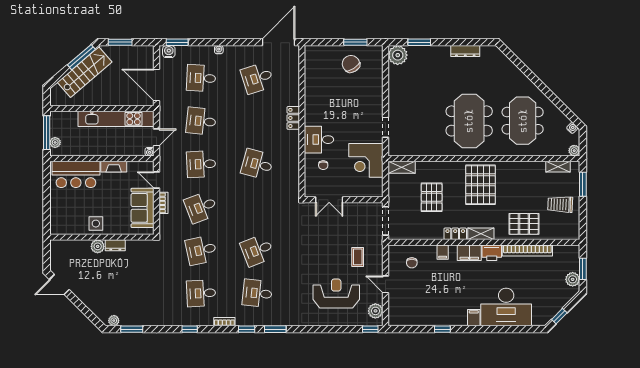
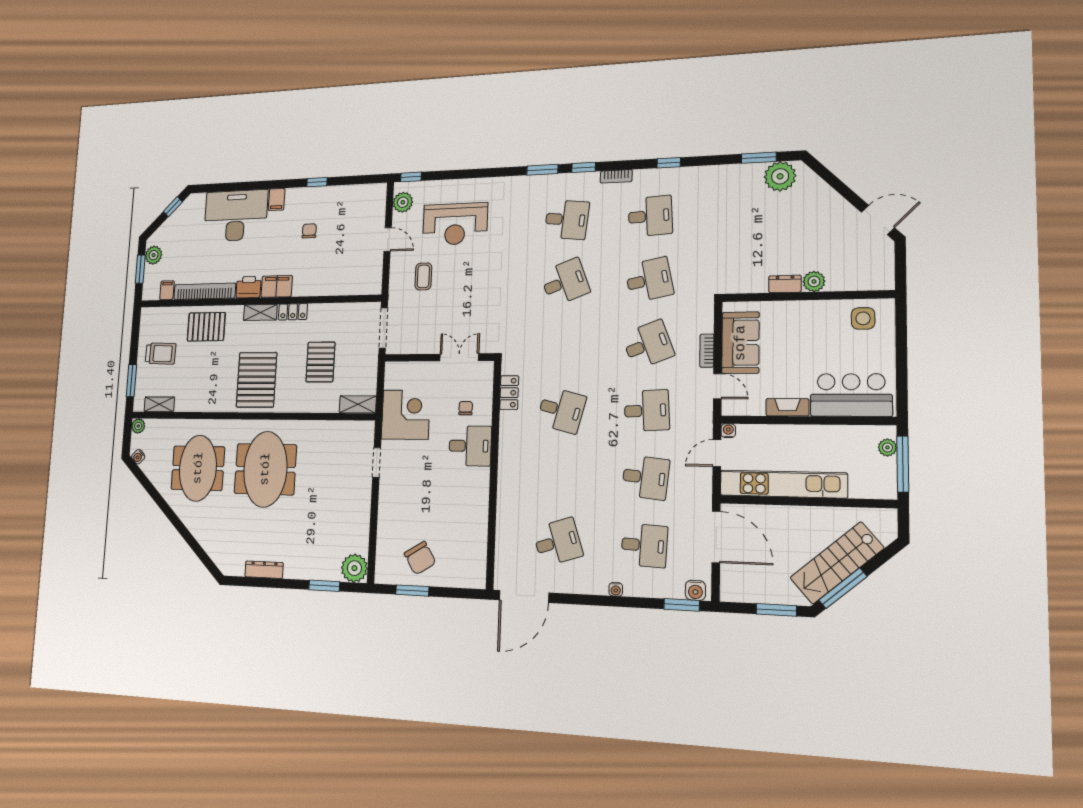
locker: (293, 118) -> (509, 393), moved
side table: (96, 224) -> (863, 318), moved
filing cabinet: (443, 252) -> (167, 290), moved
chair: (412, 263) -> (309, 231), moved
plant: (114, 321) -> (780, 176), width x1.88, depth x1.88

